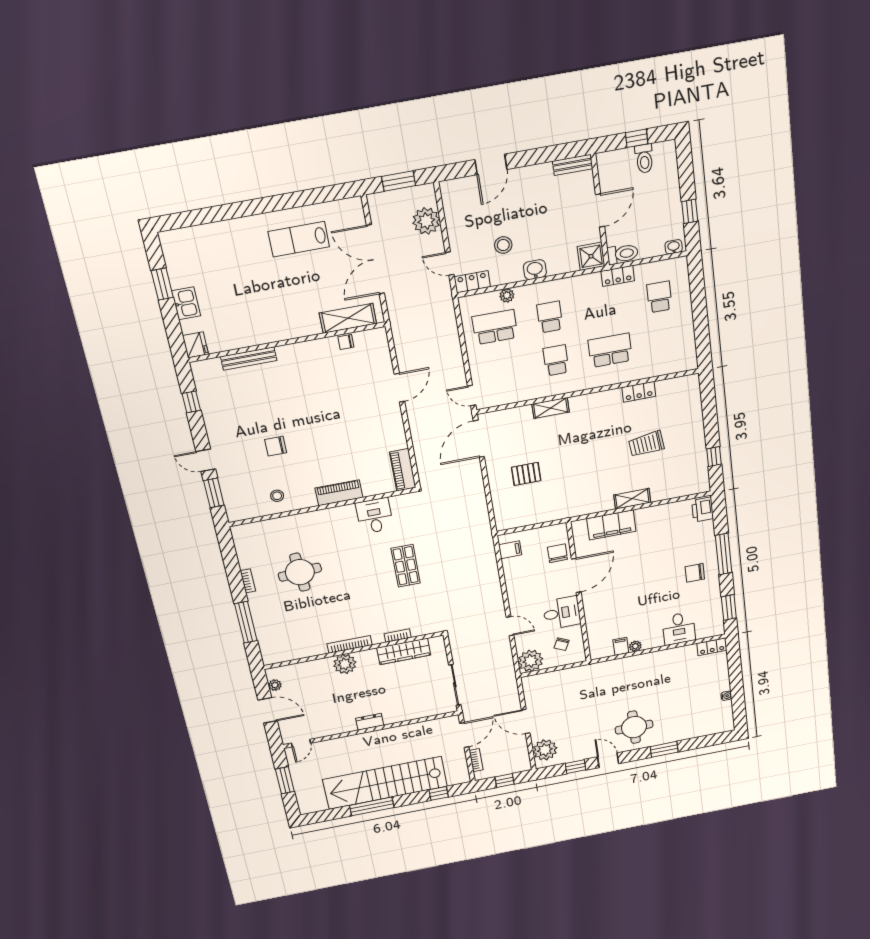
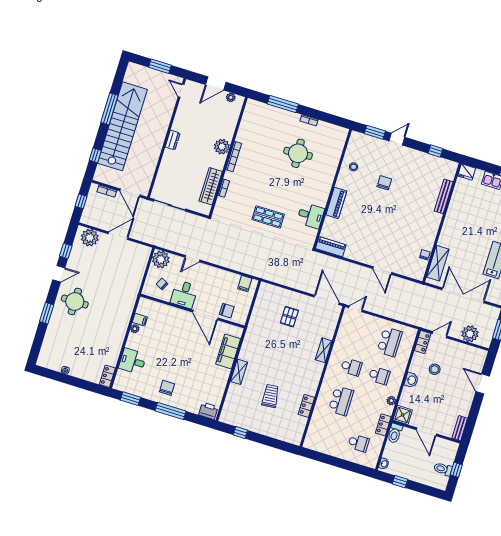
plant: (507, 295) -> (391, 401), moved

